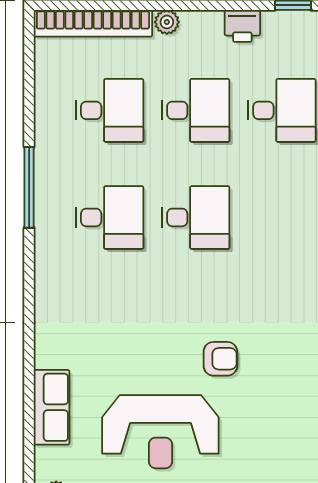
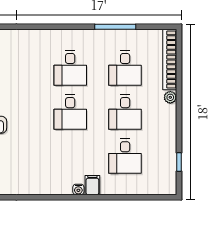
printer: (242, 26) -> (168, 136), removed
window: (29, 187) -> (115, 27), moved

